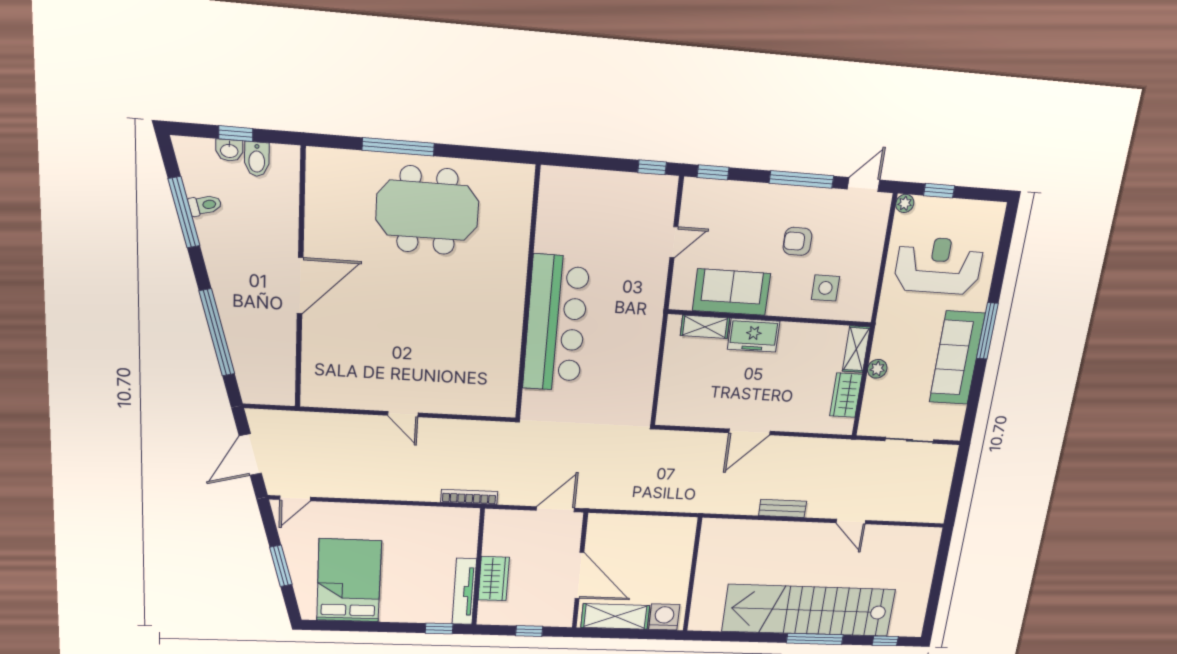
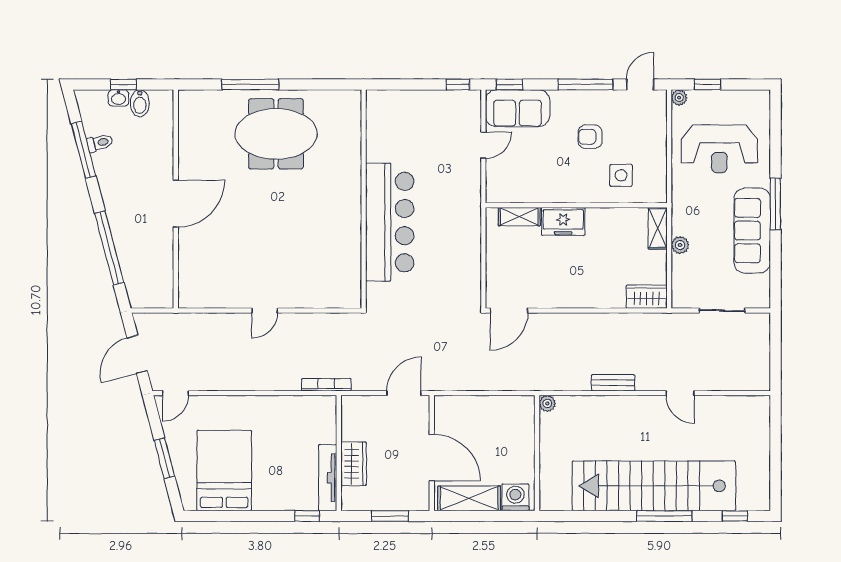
reception desk: (939, 266) -> (719, 149), turned 180
sofa: (732, 292) -> (517, 108), moved, turned 180
wardrobe: (846, 395) -> (647, 297), moved, turned 90
door: (403, 414) -> (265, 311), hinge flipped
door: (749, 432) -> (509, 311), moved
plant: (710, 526) -> (547, 403), added
window: (529, 631) -> (390, 516), width x1.50

